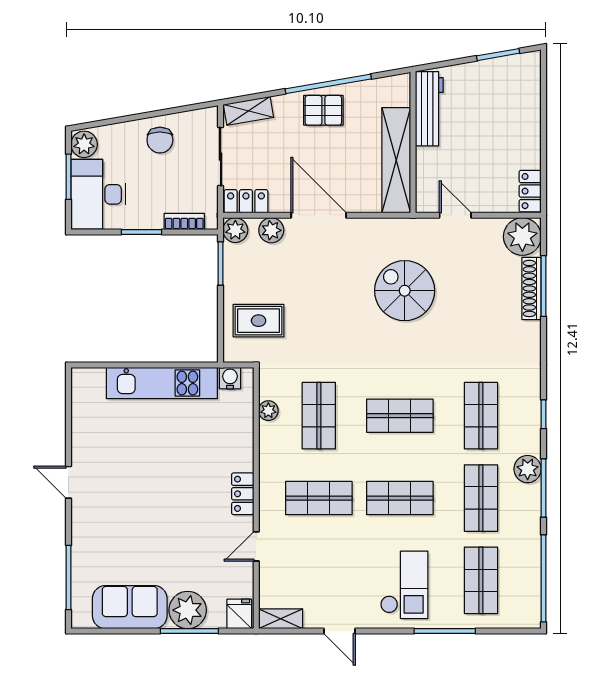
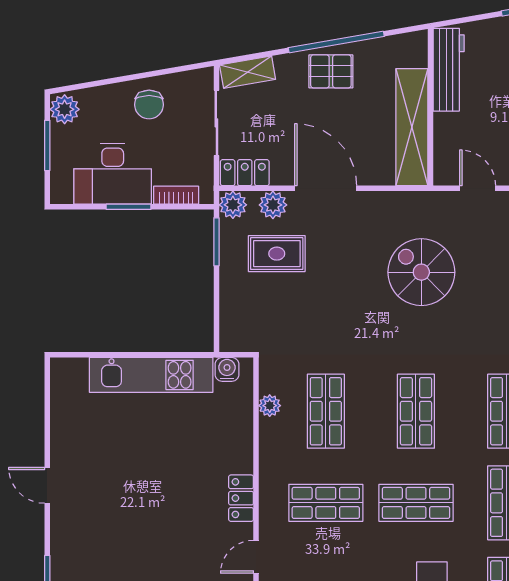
desk: (98, 194) -> (113, 174), moved, turned -90
rug: (259, 321) -> (277, 254), moved
shop shelf: (400, 416) -> (416, 411), turned 90

